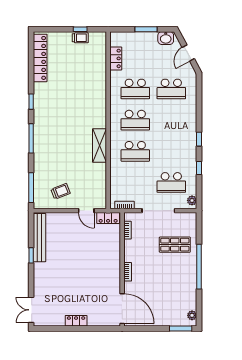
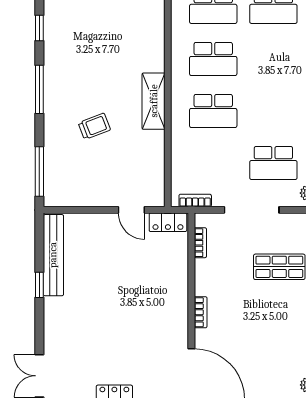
trolley: (61, 191) -> (94, 126), moved

